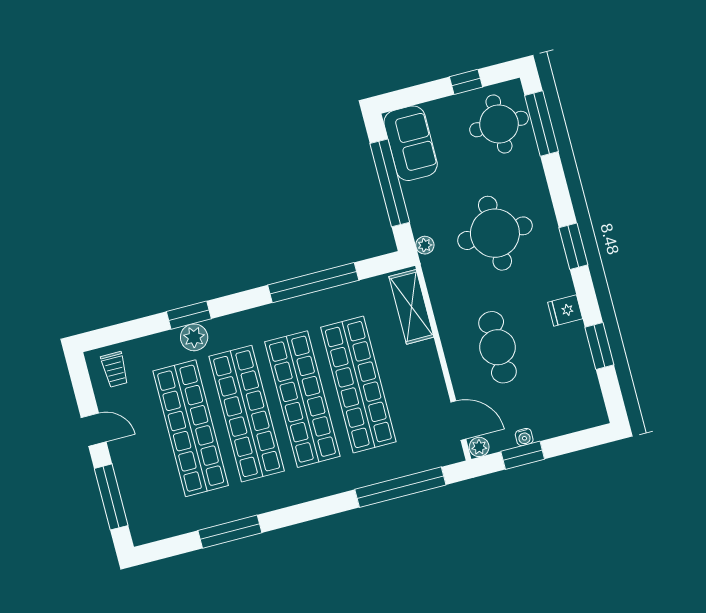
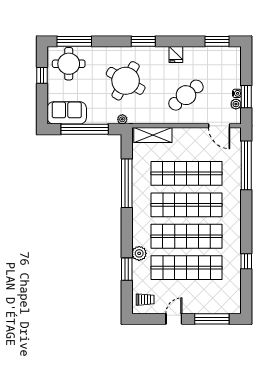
round table: (495, 233) -> (126, 81), turned 30
window: (189, 315) -> (127, 269), moved
window: (599, 346) -> (217, 41), moved
cafe table: (497, 347) -> (186, 95), turned -39
door: (458, 421) -> (219, 126), swing flipped
plant: (479, 447) -> (236, 104), moved
window: (230, 532) -> (246, 261), width x0.46

